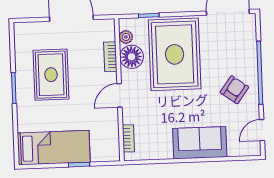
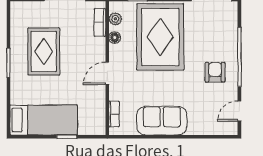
bookcase: (110, 57) -> (100, 22), moved
floor lamp: (132, 57) -> (115, 38), width x0.53, depth x0.53
armchair: (234, 90) -> (215, 72), turned -36
sofa: (200, 143) -> (162, 121), moved

